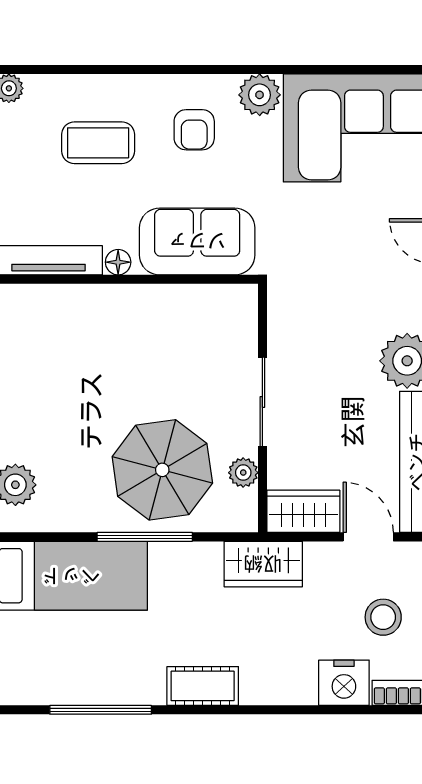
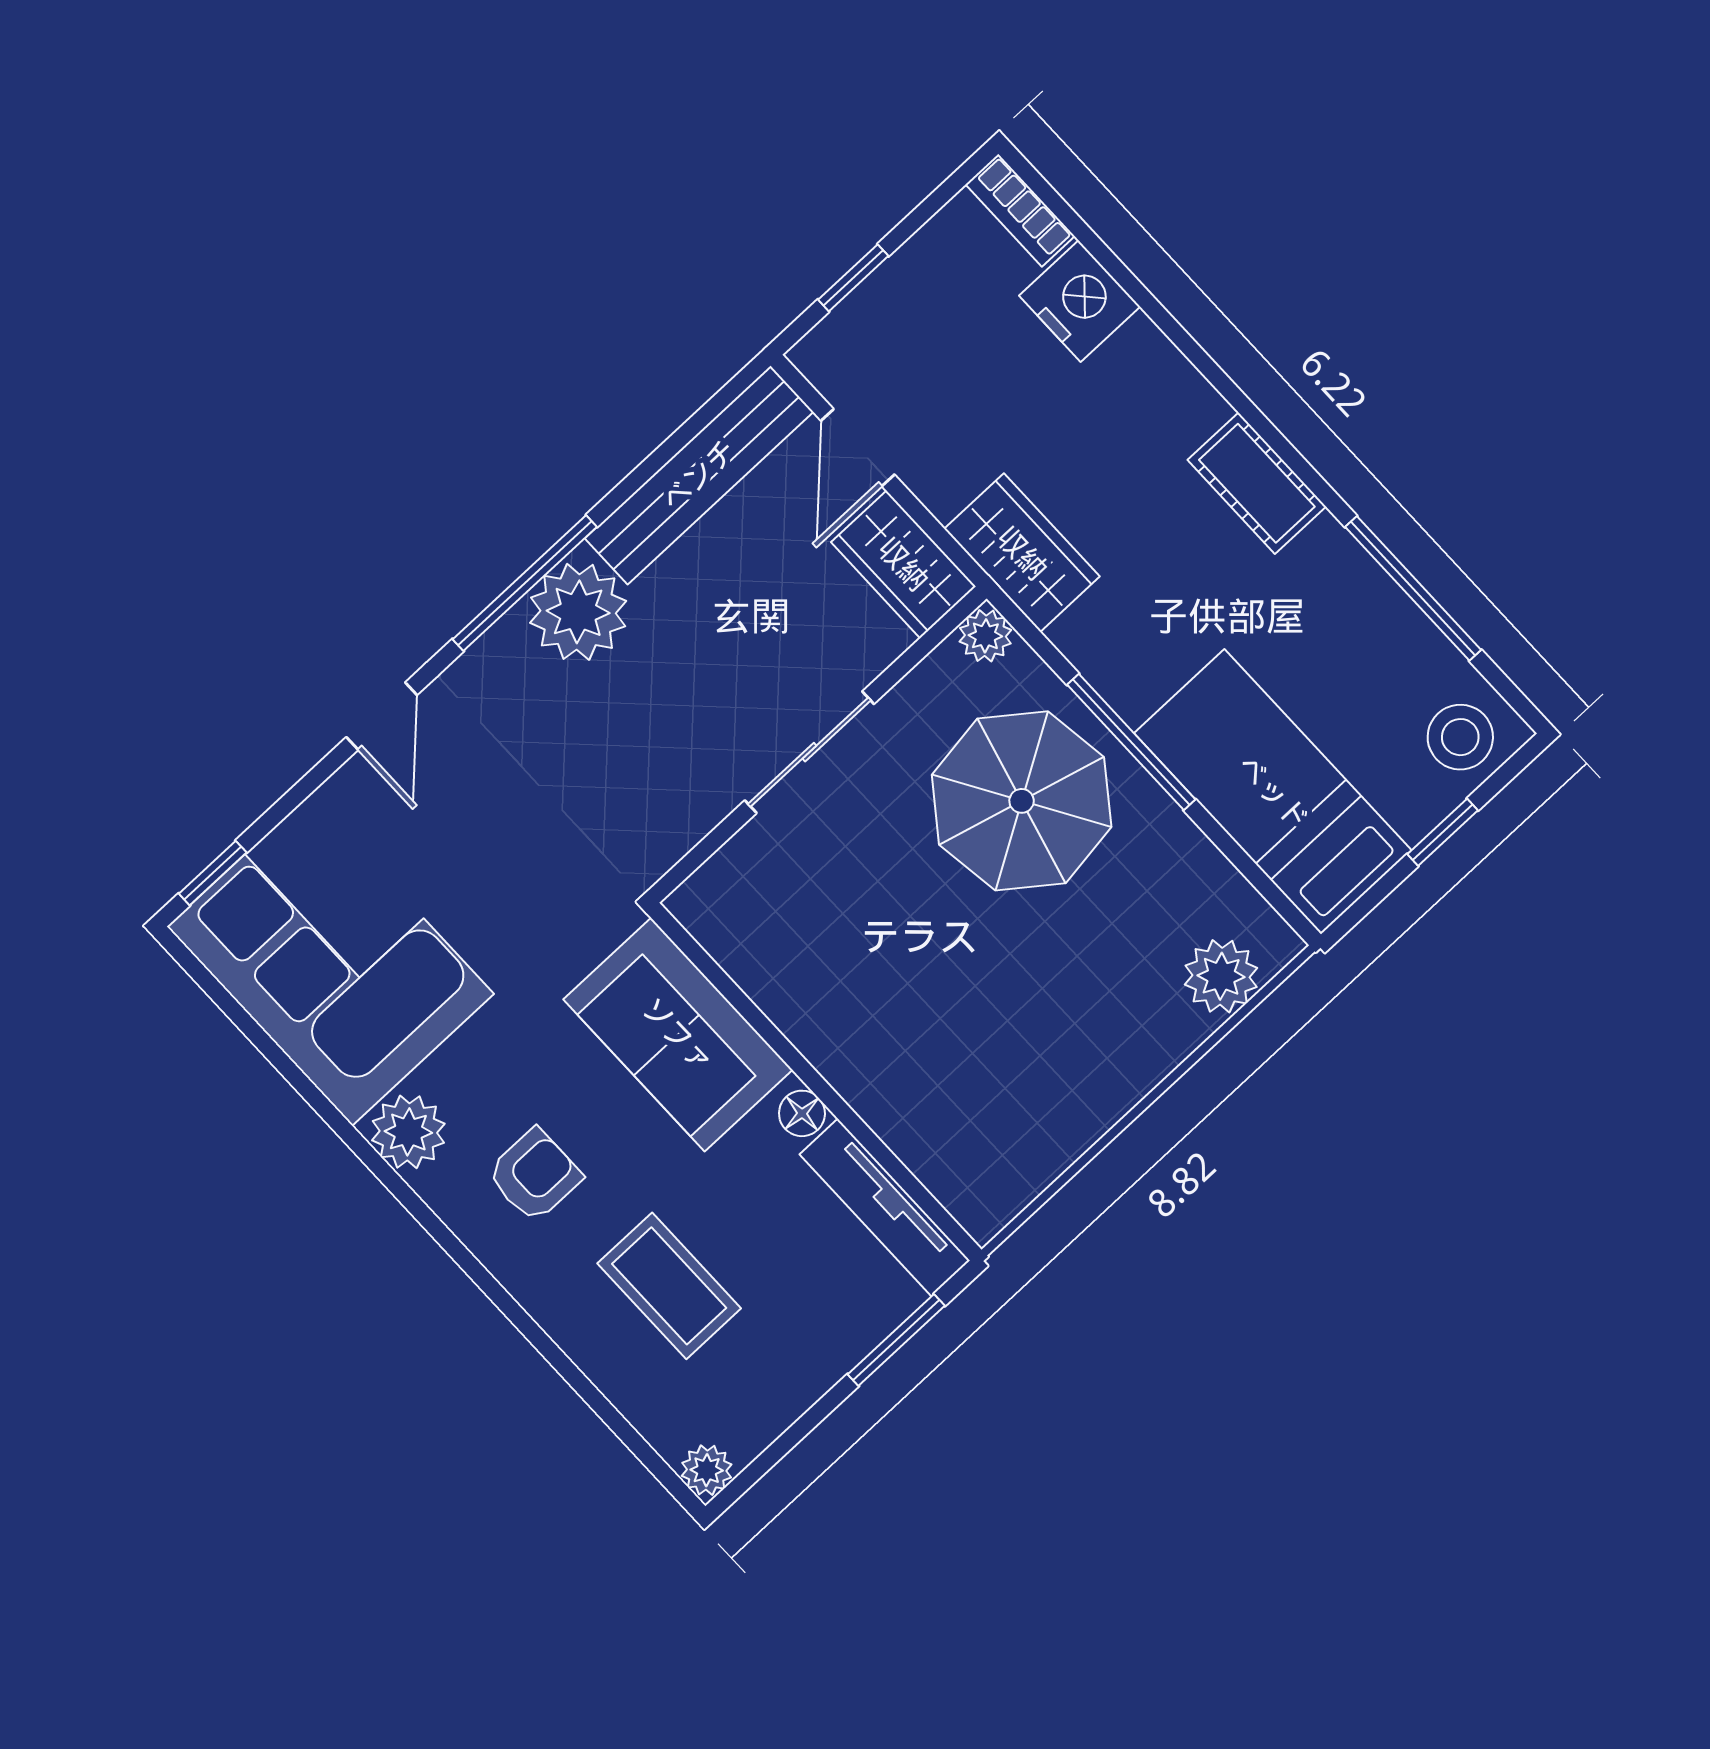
plant: (243, 473) -> (985, 636), moved
stool: (383, 617) -> (1460, 737), moved

